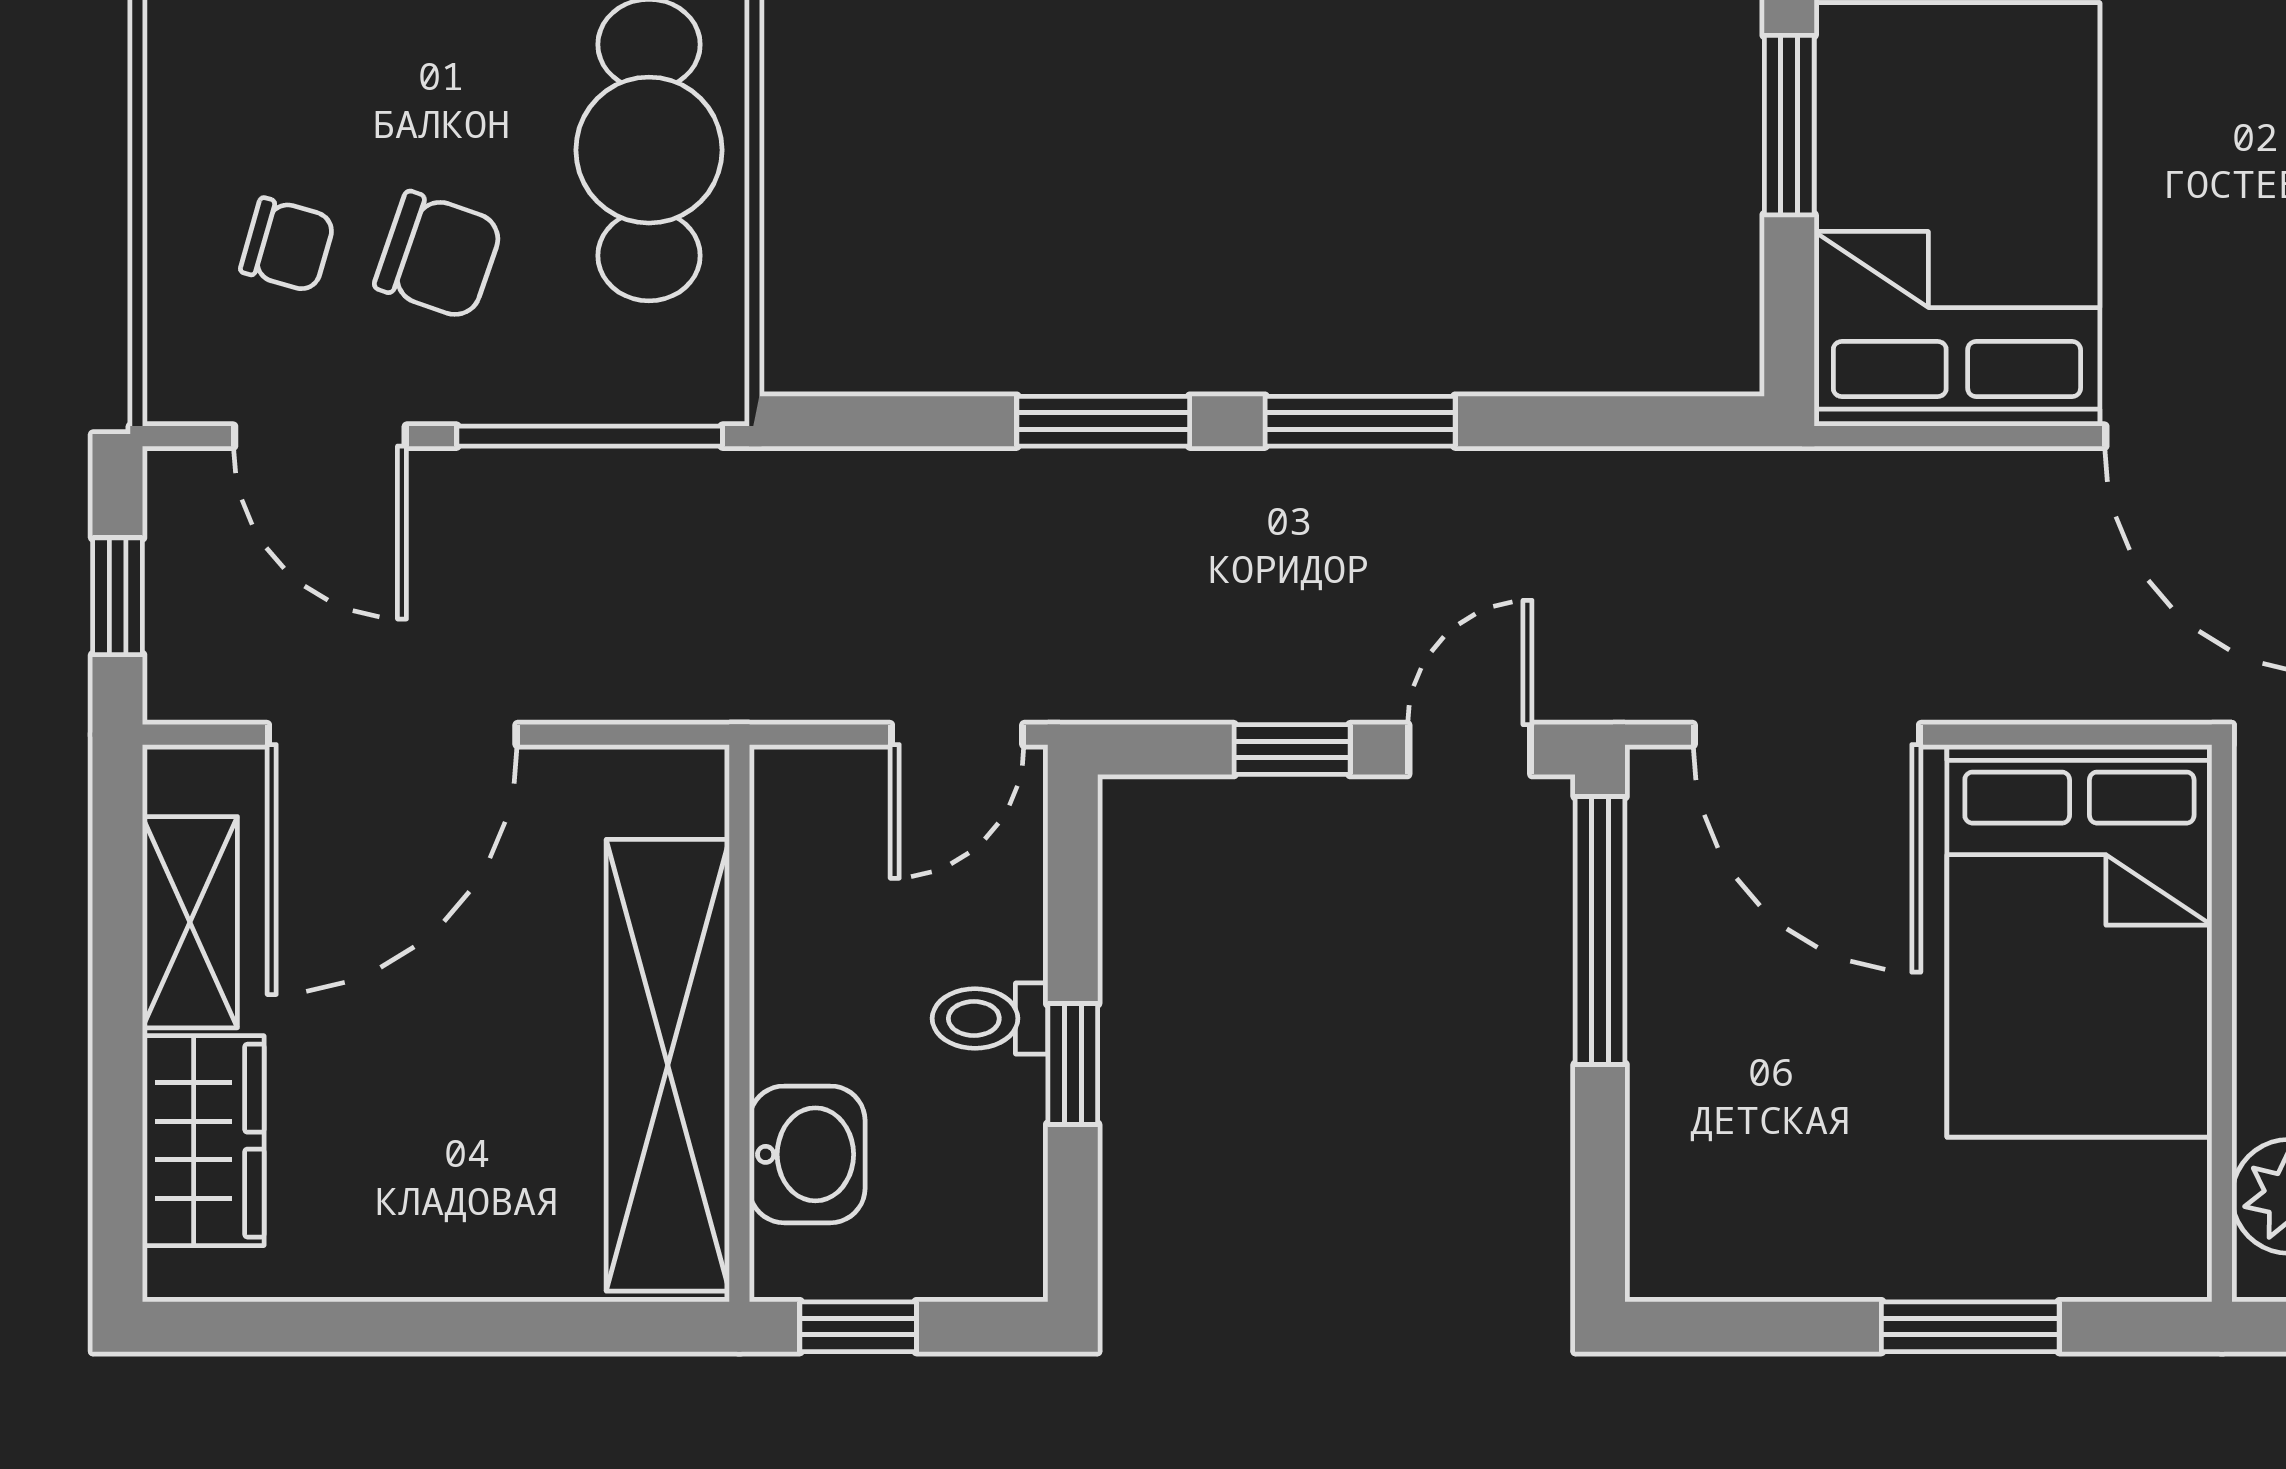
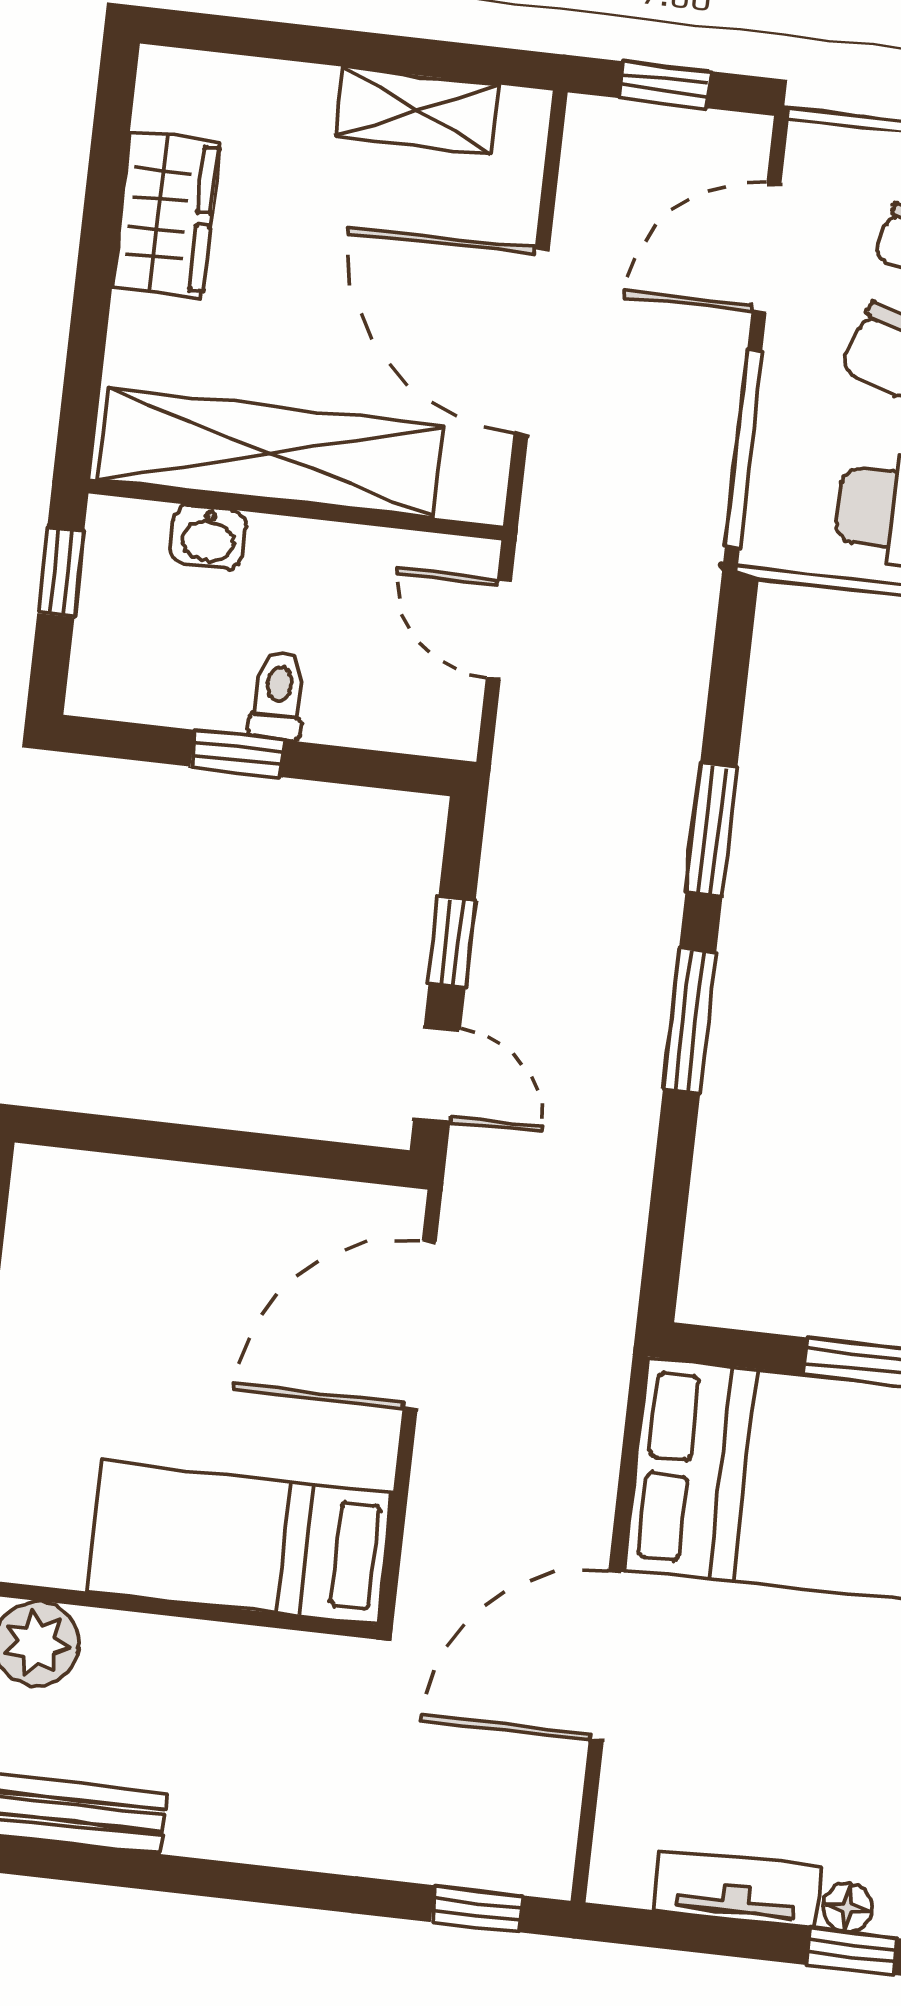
door: (392, 735) -> (532, 341), moved
door: (957, 735) -> (499, 629), moved
window: (1600, 931) -> (292, 1155), removed
bed: (2079, 941) -> (240, 1543), width x0.67
wardrobe: (203, 1141) -> (166, 215), moved, turned -90
washbasin: (807, 1154) -> (208, 537), width x0.72, depth x0.69

